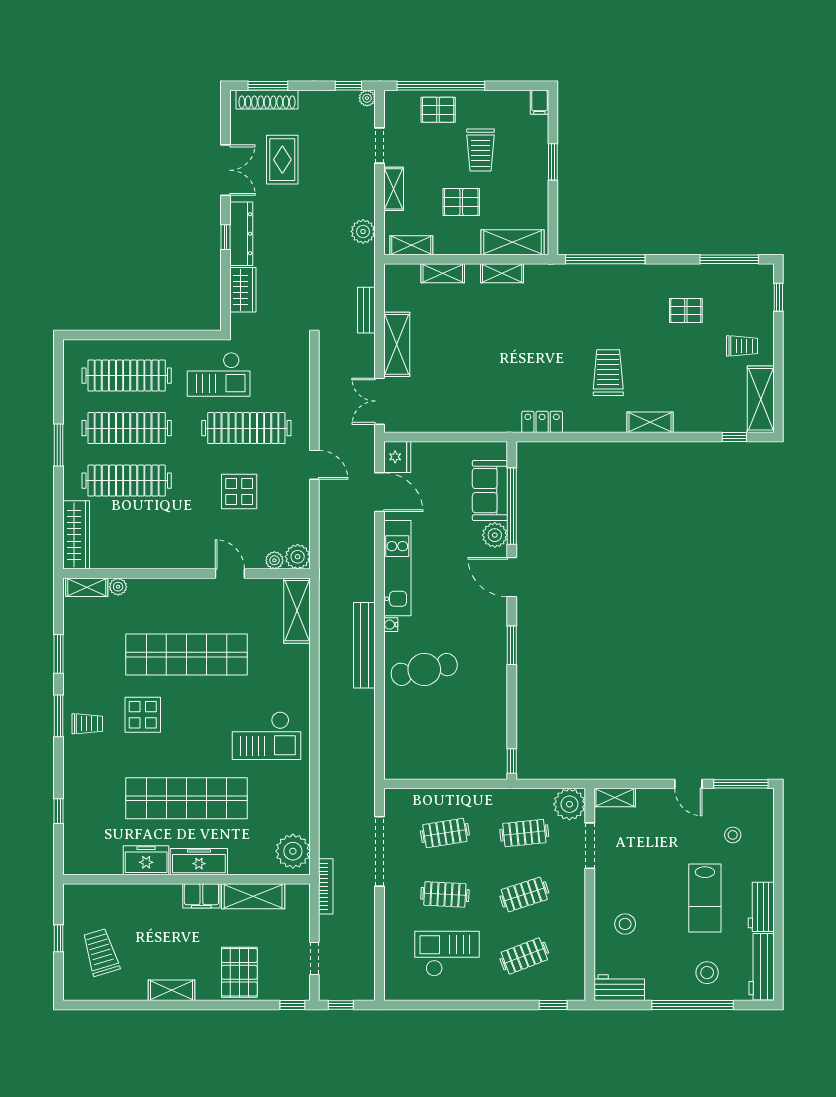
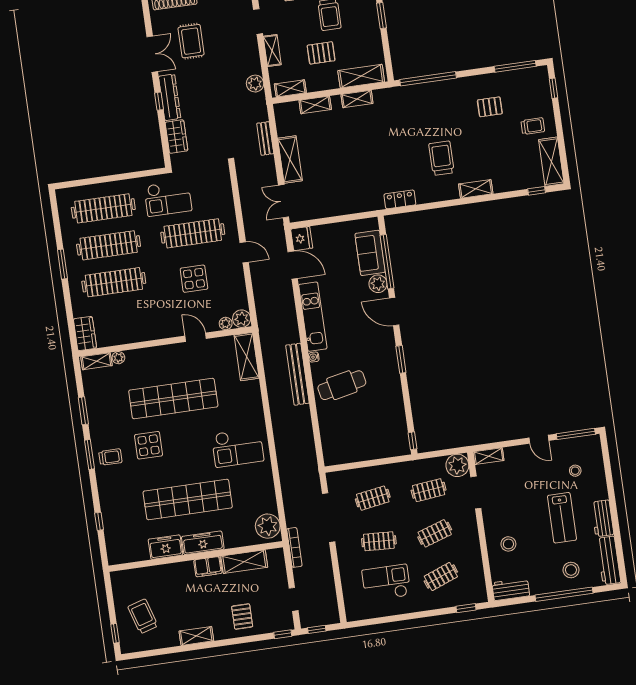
wardrobe: (76, 535) -> (85, 333), width x0.67
window: (59, 938) -> (115, 633), moved
pallet: (239, 972) -> (242, 616), width x0.67, depth x0.71

